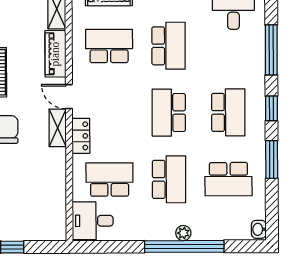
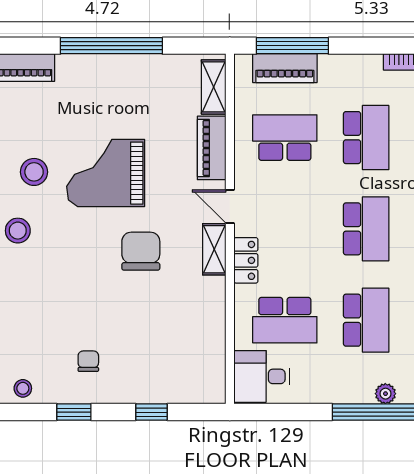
school desk: (169, 113) -> (366, 229), turned 180
school desk: (110, 180) -> (285, 320), turned 180

